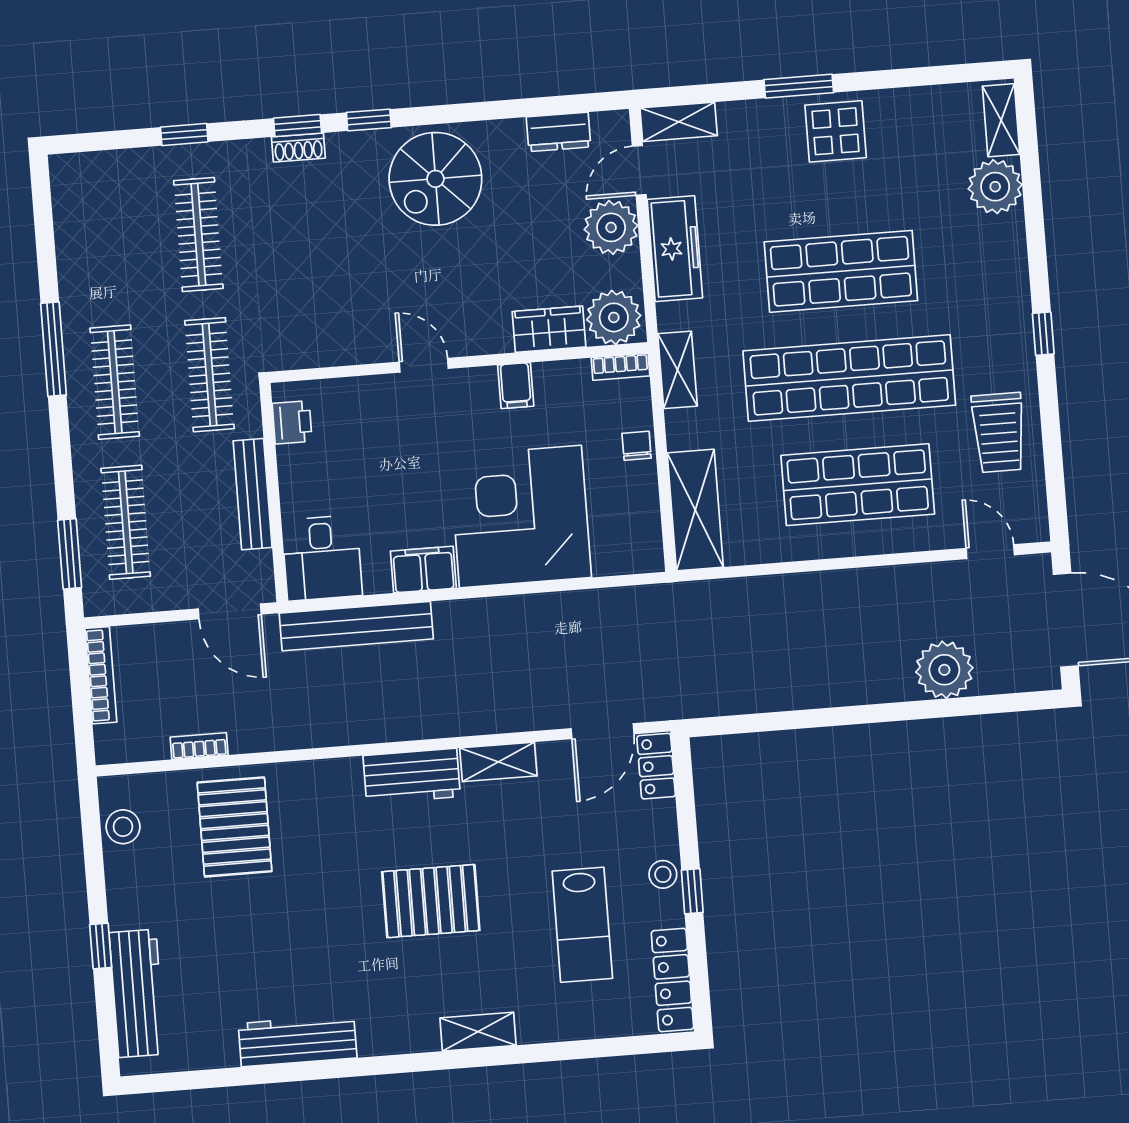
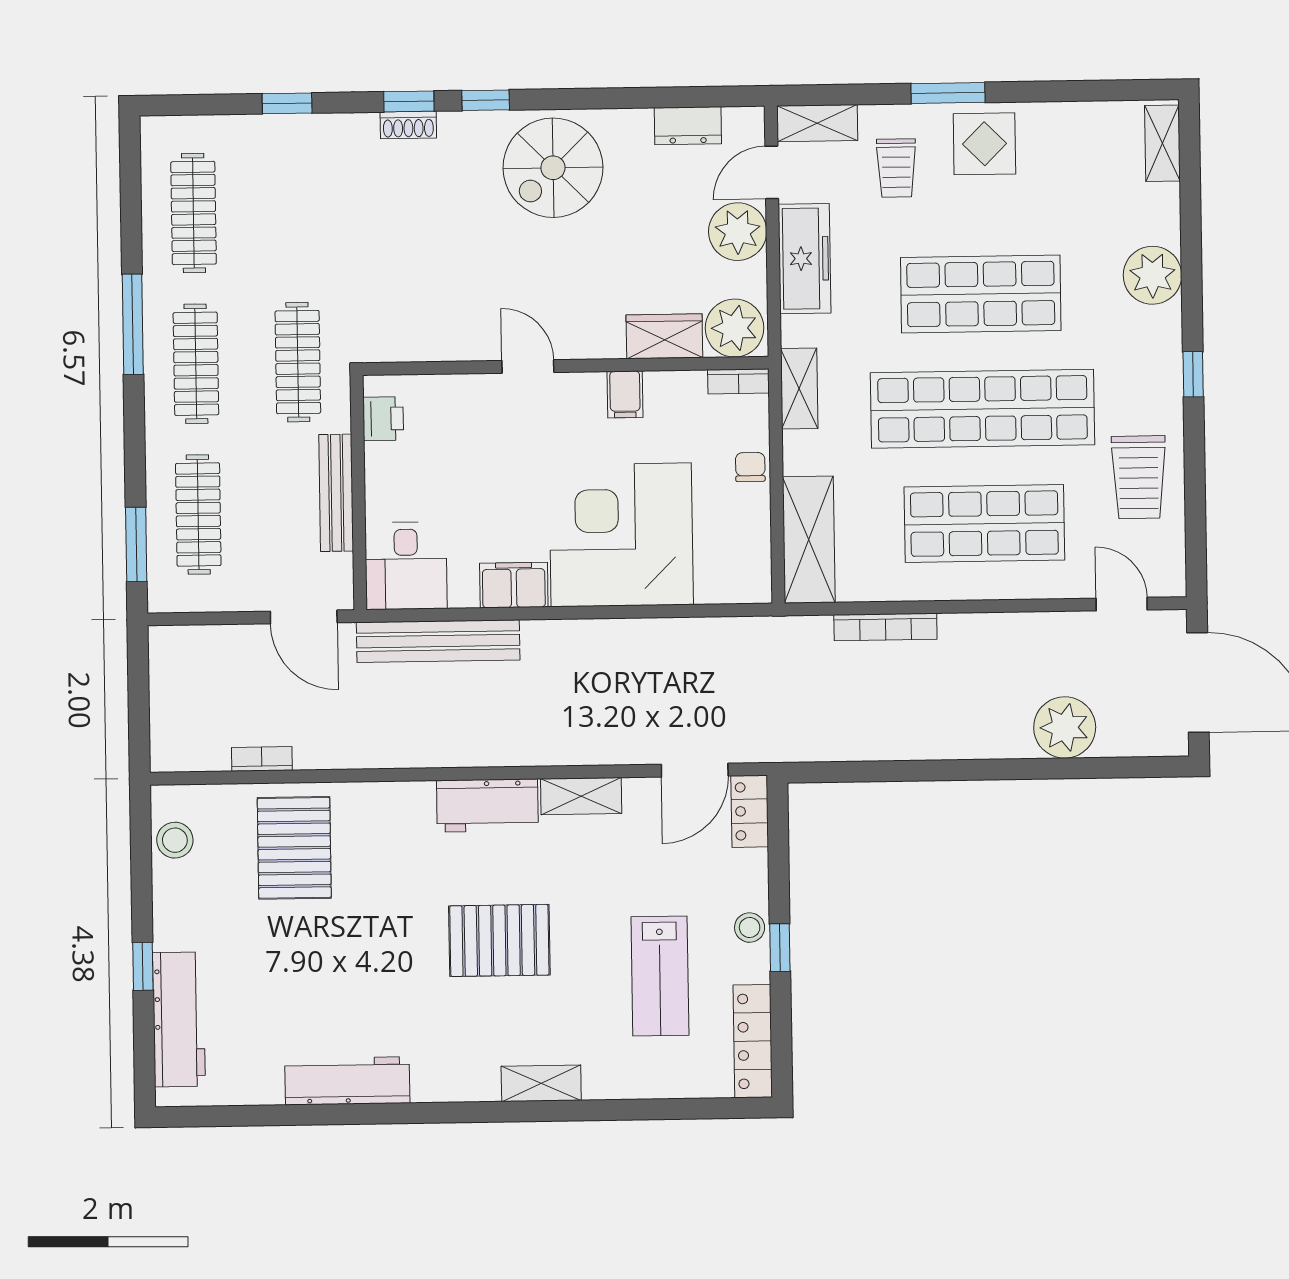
trolley: (755, 159) -> (896, 168), added
plant: (995, 187) -> (1152, 275), moved
clothes rail: (198, 235) -> (194, 213), moved
bookcase: (101, 675) -> (885, 627), moved, turned 90

